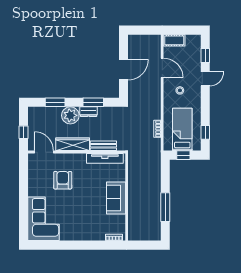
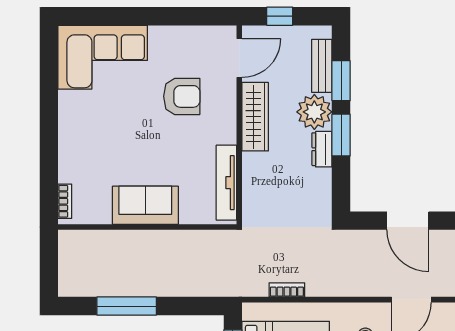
window: (93, 102) -> (341, 135), moved
bench: (103, 146) -> (322, 66), moved

